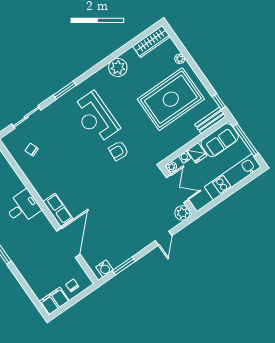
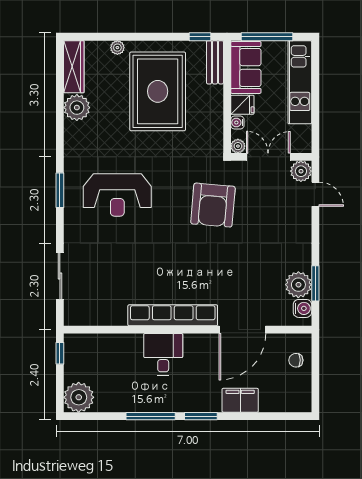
plant: (118, 67) -> (77, 108), moved
window: (65, 90) -> (60, 190), moved
chair: (32, 150) -> (103, 297), removed
armchair: (119, 151) -> (213, 205), moved, width x1.88, depth x1.88
row of seats: (58, 210) -> (173, 315), width x2.02
door: (164, 238) -> (315, 194), moved
door: (68, 243) -> (242, 330), swing flipped
plant: (116, 257) -> (298, 285), added
filing cabinet: (54, 301) -> (240, 400), moved, turned 90

